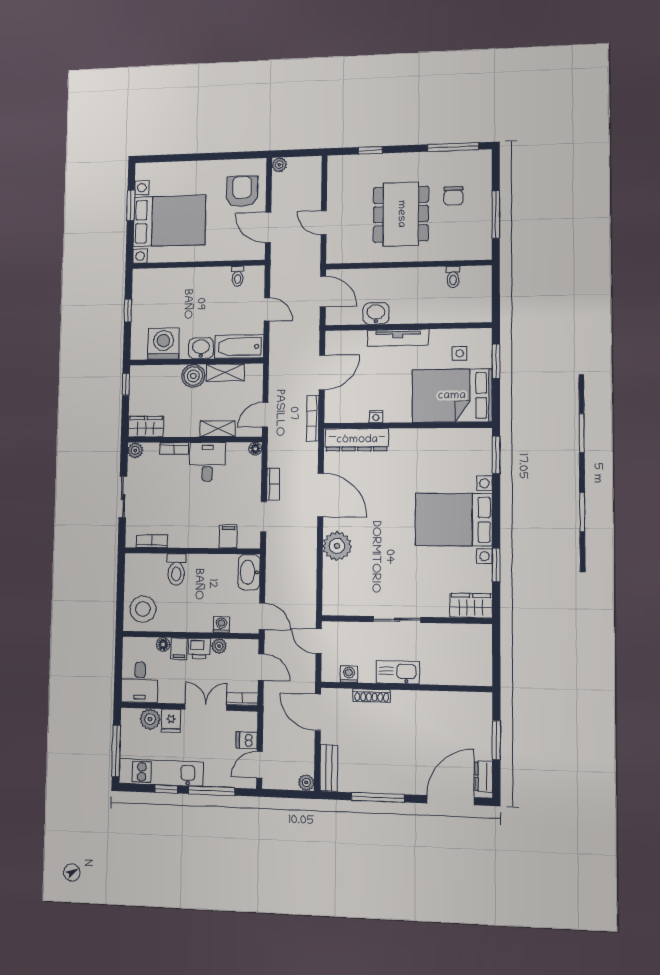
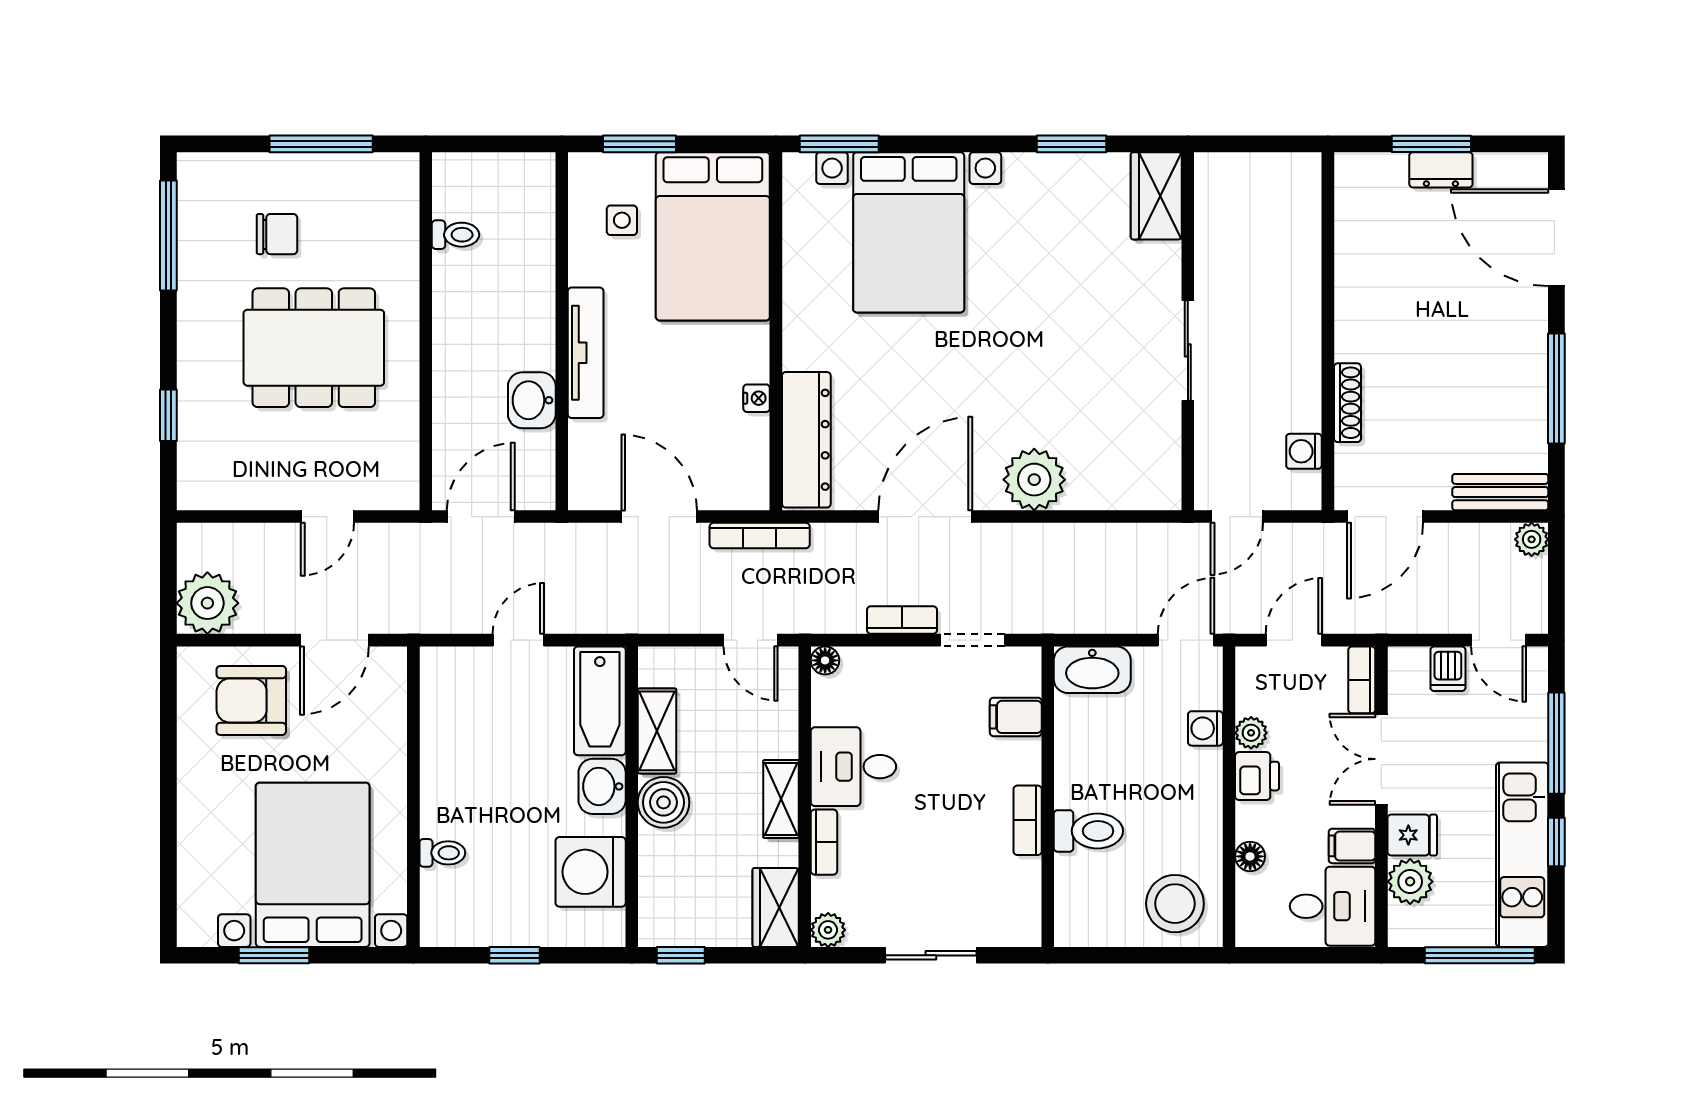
plant: (279, 165) -> (207, 603), width x1.88, depth x1.88
toilet: (238, 276) -> (442, 853), moved
shelving: (218, 429) -> (781, 799), moved
bed with nightstands: (454, 520) -> (909, 232), moved
bookcase: (152, 541) -> (1028, 820), moved
filing cabinet: (179, 649) -> (1352, 846), moved, turned 180
kitchen sink: (398, 672) -> (1298, 348), removed
dresser: (484, 777) -> (1441, 170), moved

